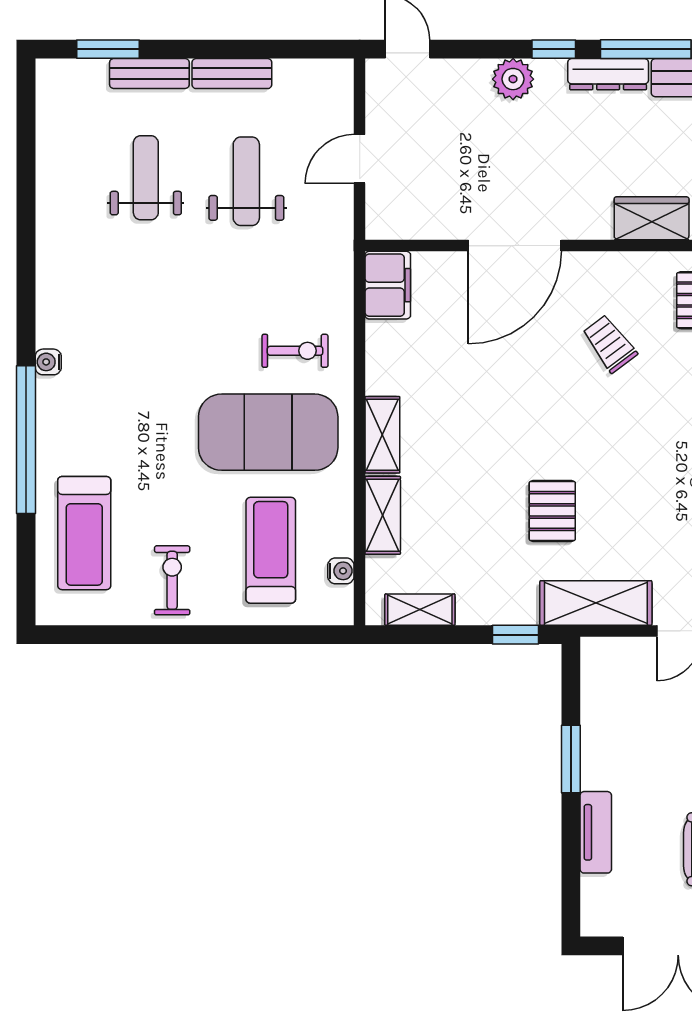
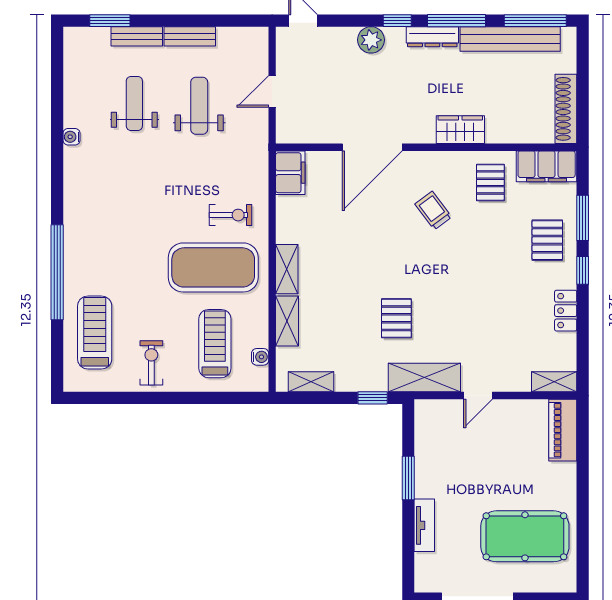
water cooler: (48, 362) -> (71, 137), moved
treadmill: (84, 533) -> (95, 333), turned 180

